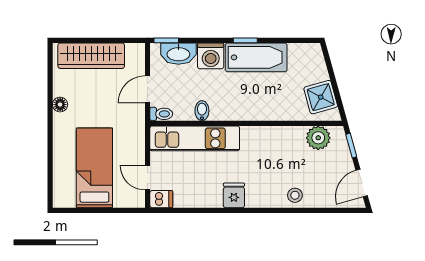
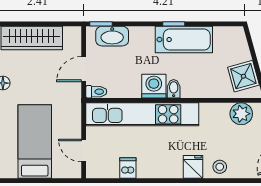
washing machine: (211, 56) -> (154, 86), moved, turned 180
bidet: (202, 111) -> (174, 89), moved
kitchen unit: (195, 138) -> (142, 114), width x1.36
fridge: (234, 195) -> (193, 167), moved
dishwasher: (161, 199) -> (128, 168), moved, turned -90

